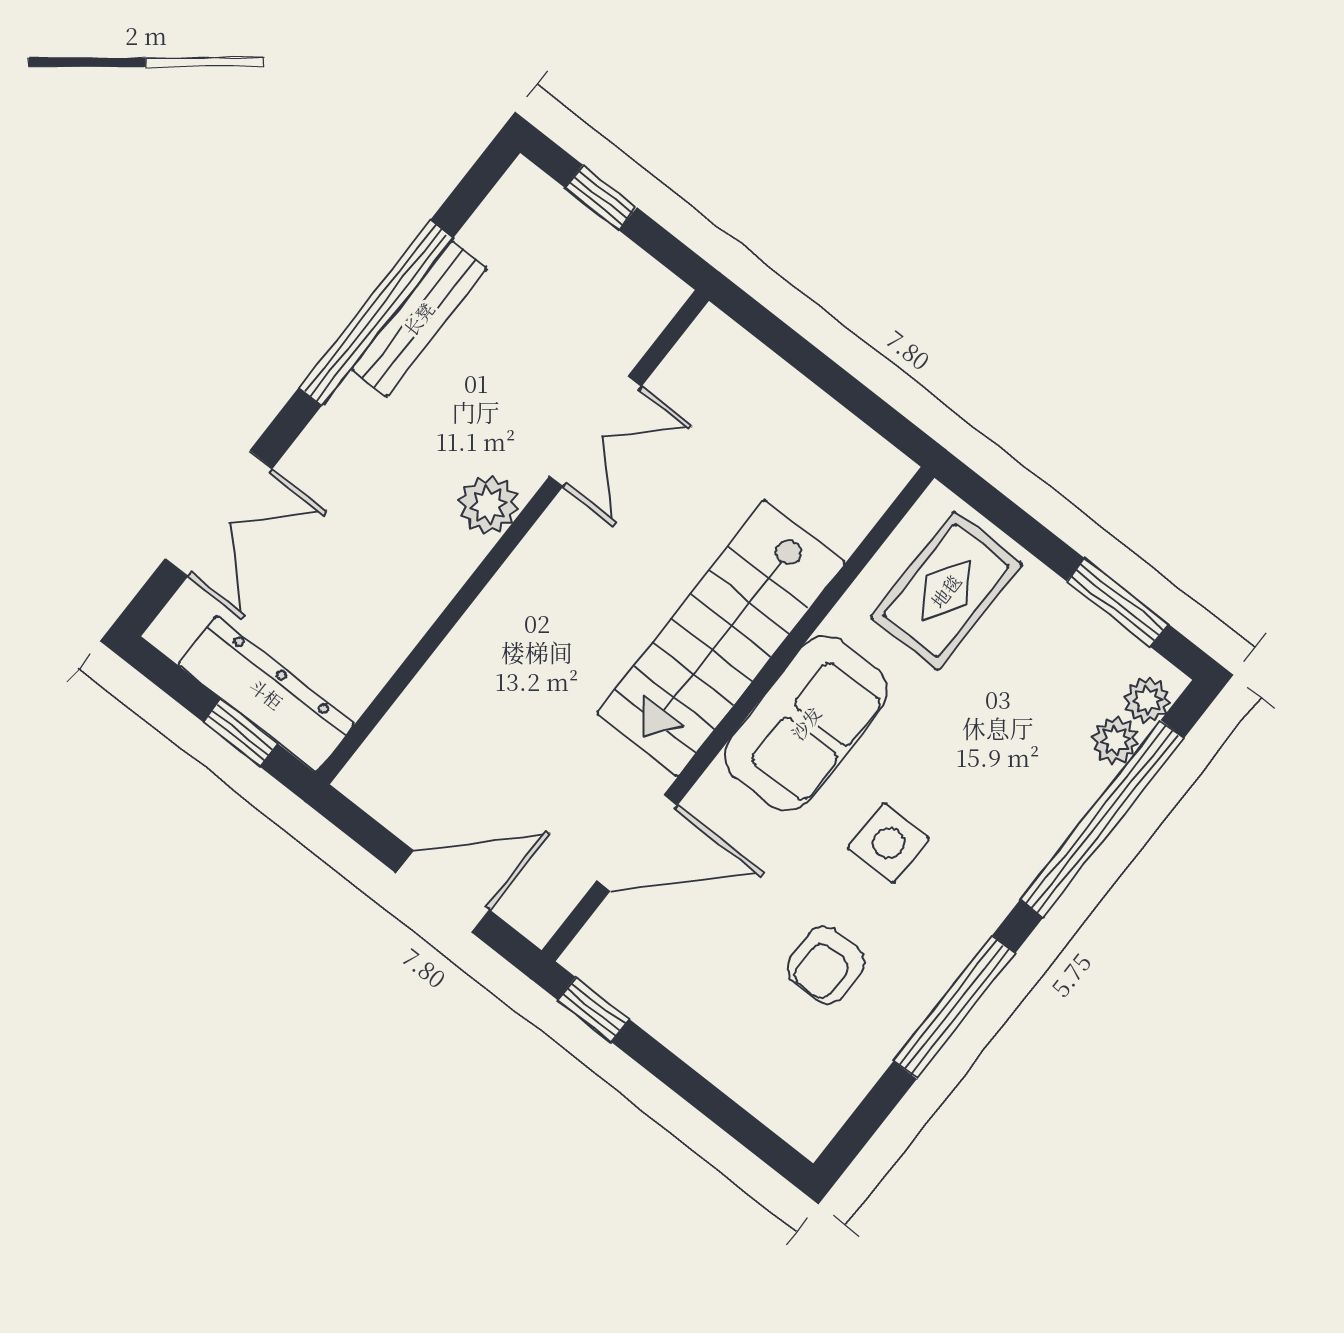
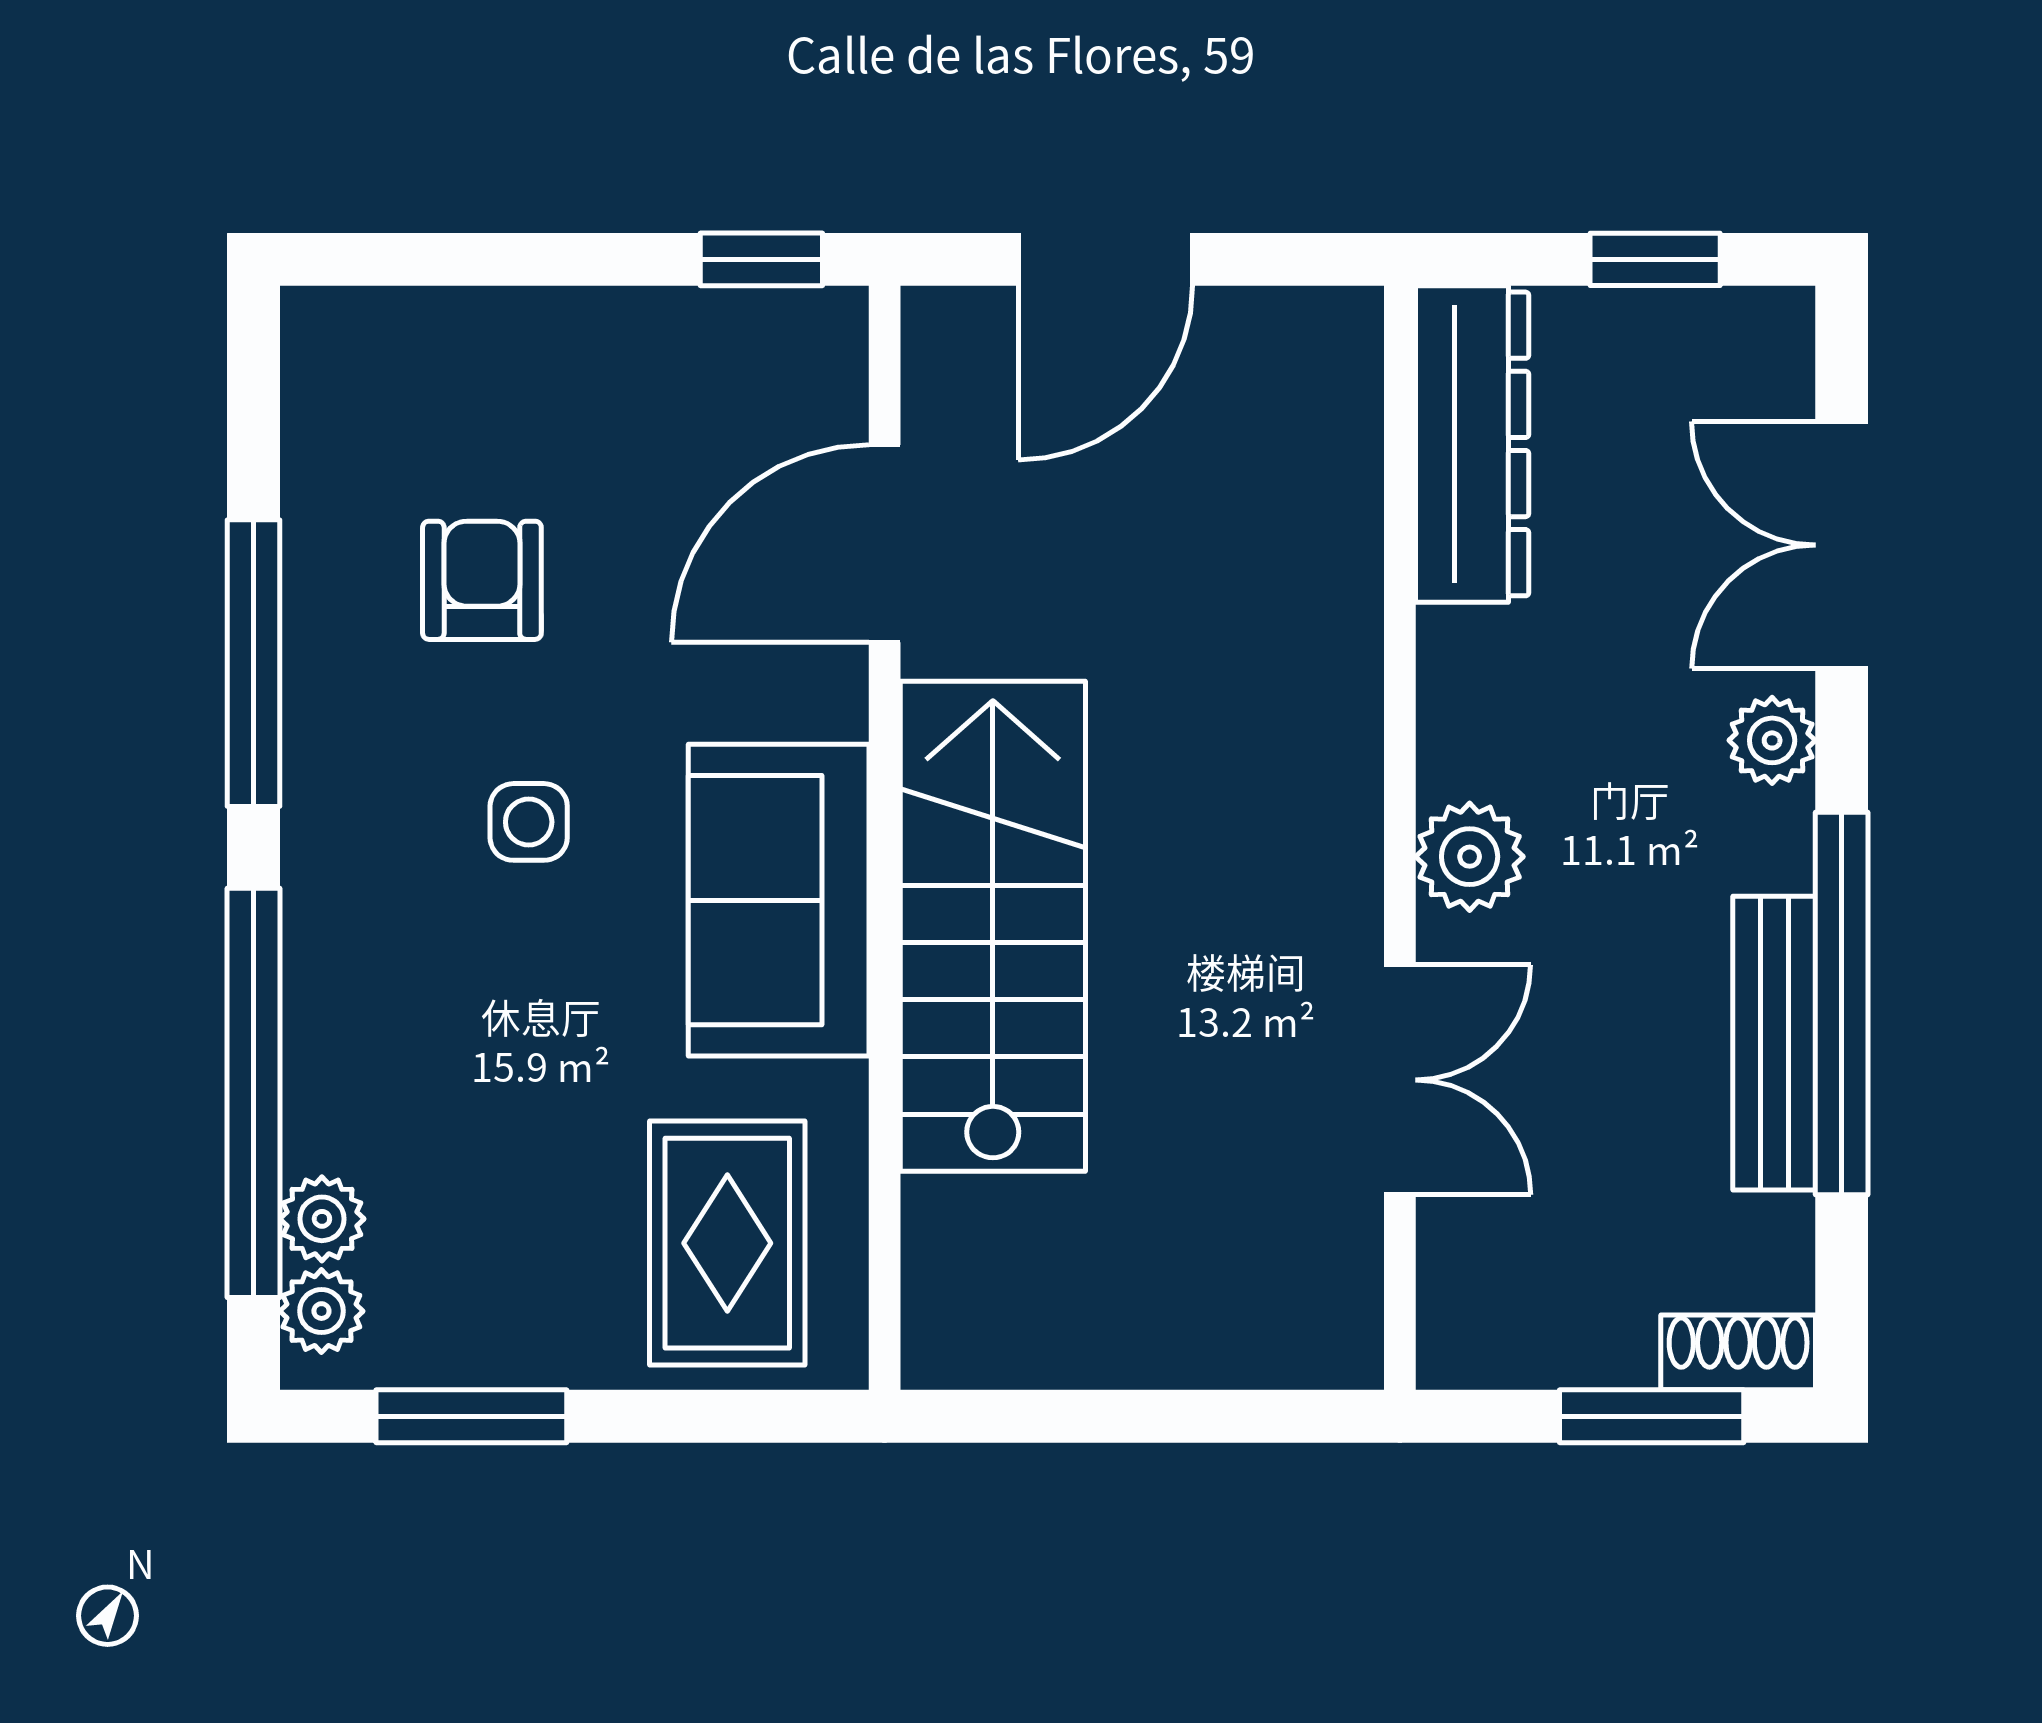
shoe rack: (541, 196) -> (1738, 1352), added
window: (601, 197) -> (1652, 1416), width x1.50
double door: (596, 431) -> (1400, 1080), swing flipped
plant: (316, 452) -> (1772, 740), added
dresser: (266, 694) -> (1472, 444), moved, turned -90
window: (240, 733) -> (1655, 259), moved
side table: (888, 843) -> (529, 822), width x0.73, depth x0.73

